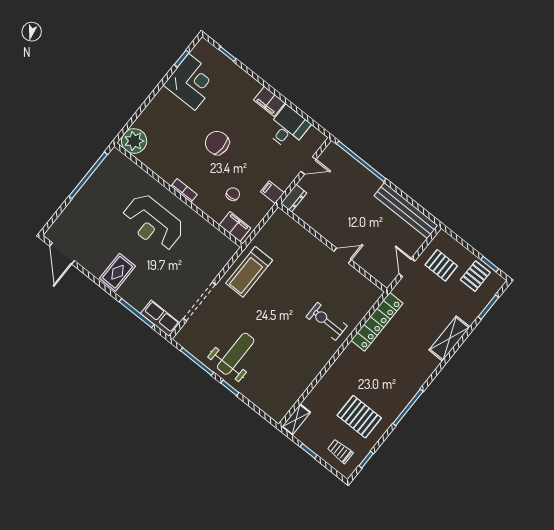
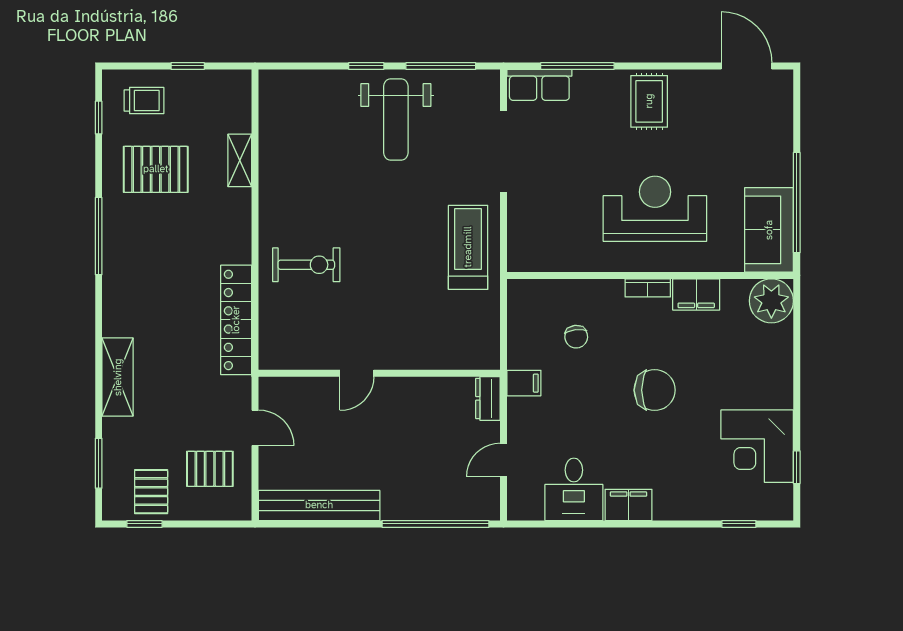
sofa: (110, 173) -> (769, 230), added
filing cabinet: (235, 226) -> (696, 294), moved
shelving: (296, 419) -> (240, 160), moved

